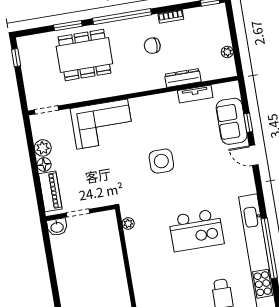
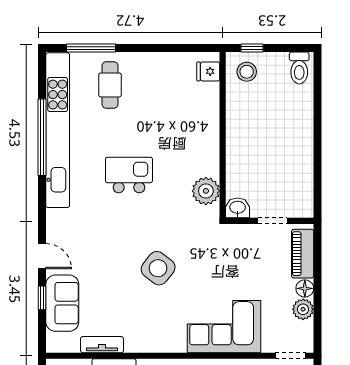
side table: (161, 161) -> (158, 268), turned 38
plant: (128, 223) -> (206, 191), width x1.88, depth x1.88
washbasin: (57, 227) -> (238, 208), moved
kitchen island: (196, 230) -> (129, 175), width x0.73, depth x0.78

